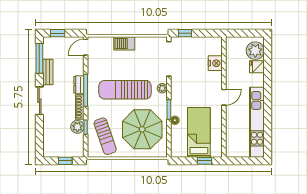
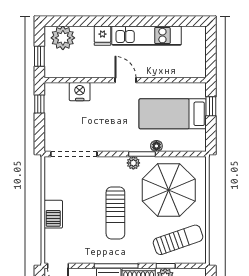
window: (185, 33) -> (39, 104), moved
window: (242, 33) -> (39, 56), added
fridge: (257, 67) -> (102, 36), moved
plant: (162, 88) -> (133, 163), moved
sun lounger: (125, 90) -> (115, 213), width x0.73, depth x0.75
kitchen unit: (257, 122) -> (147, 36), width x0.73

